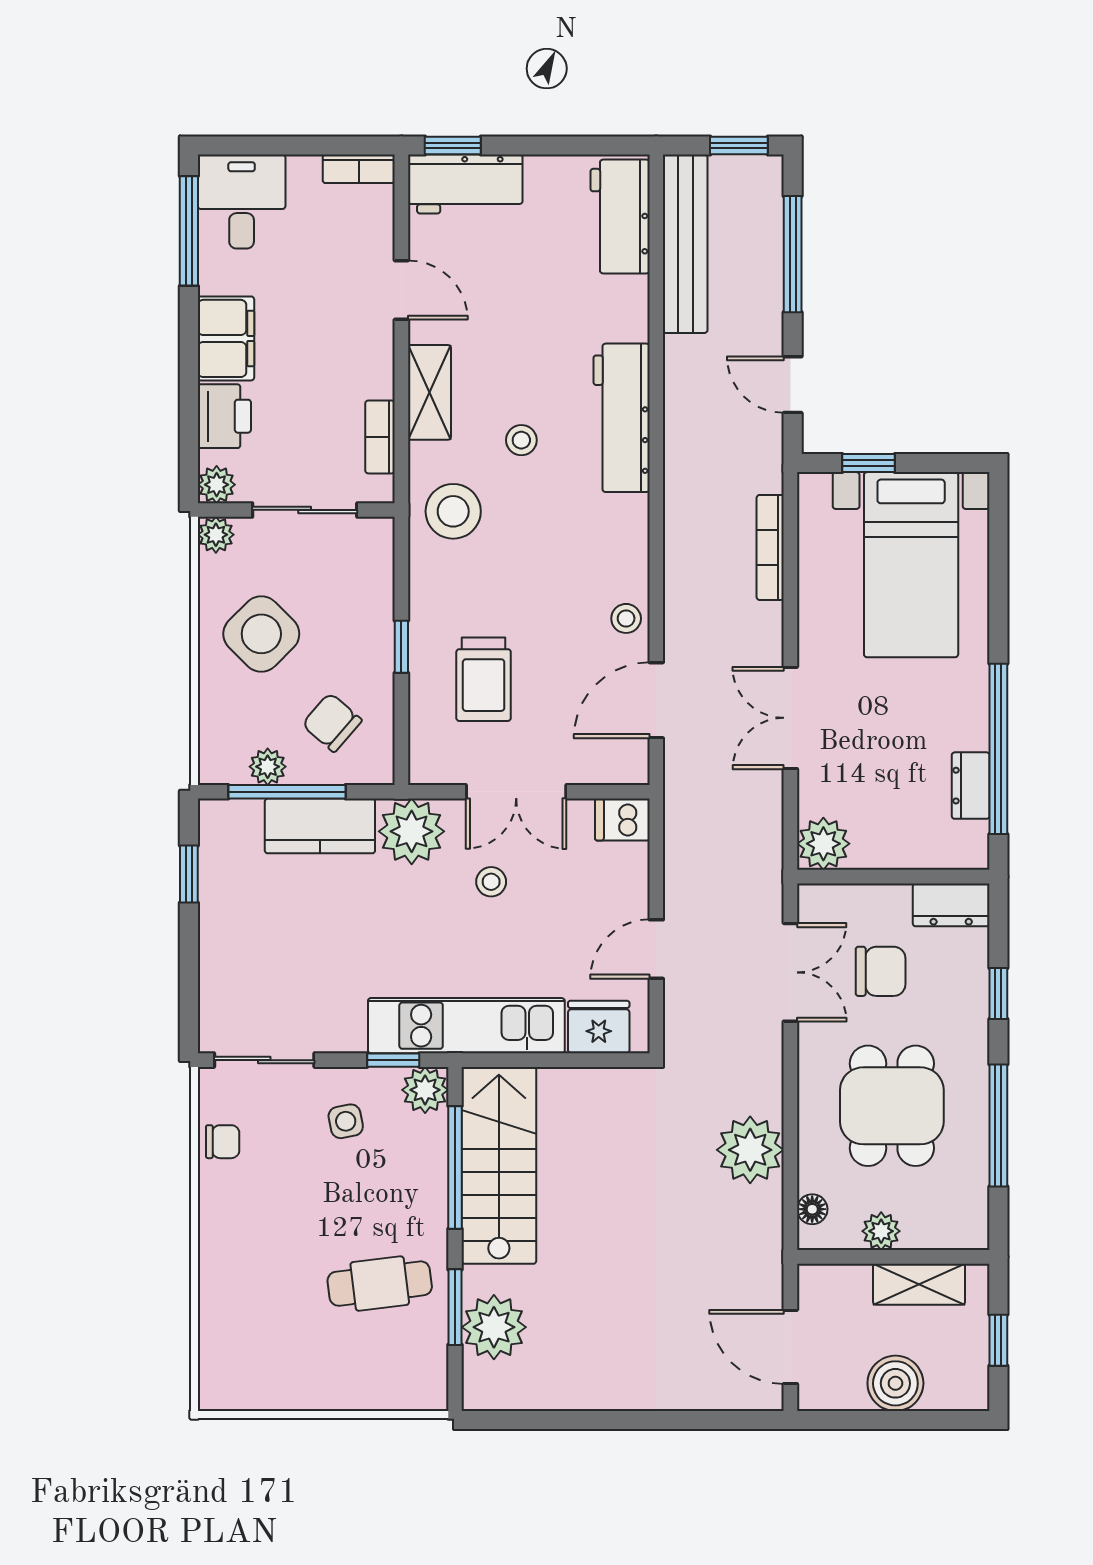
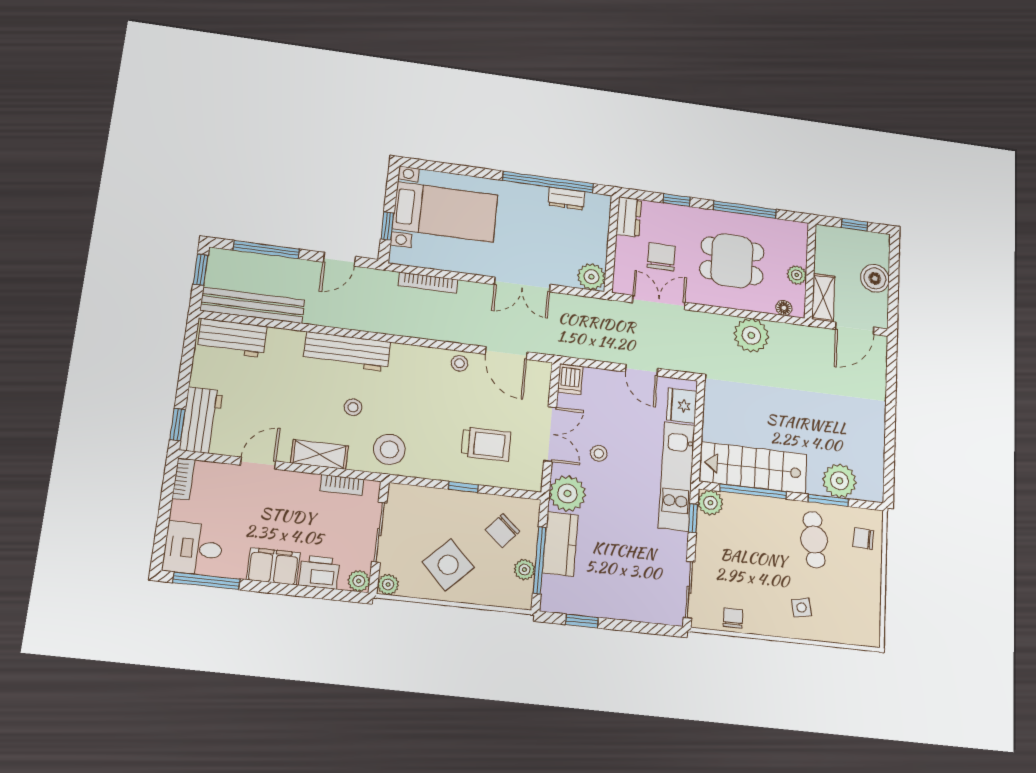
side table: (346, 1121) -> (802, 608), moved
shelving: (919, 1284) -> (823, 298), moved
chair: (392, 1375) -> (863, 539), added

